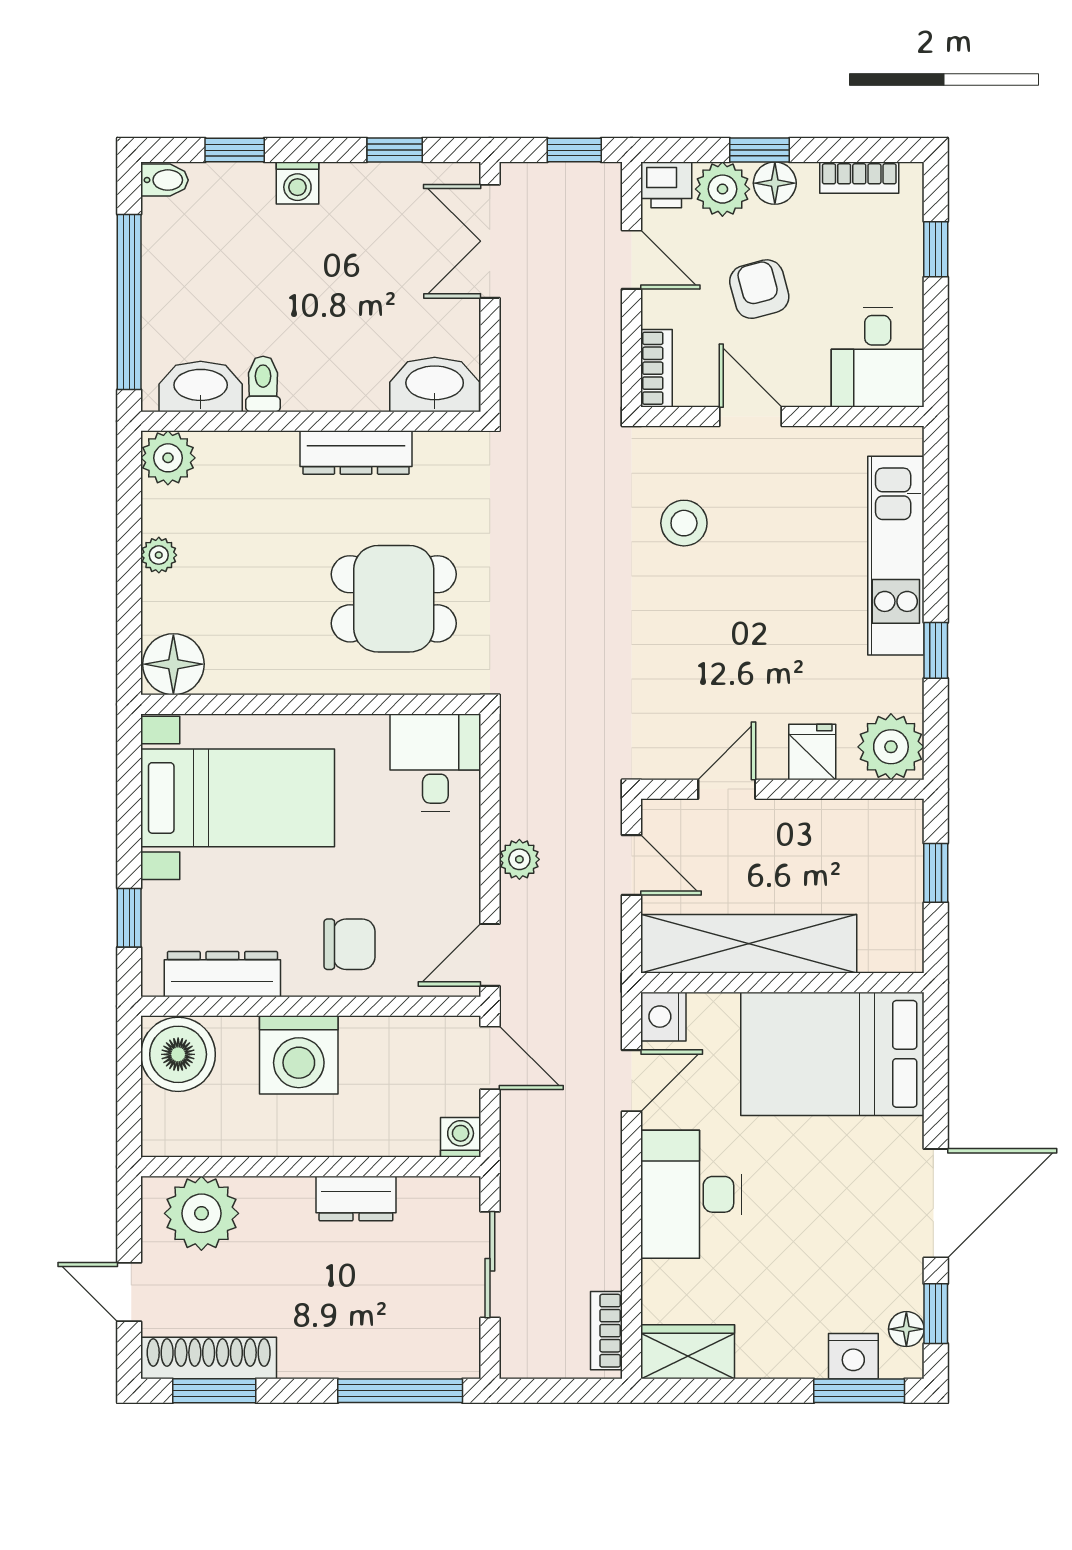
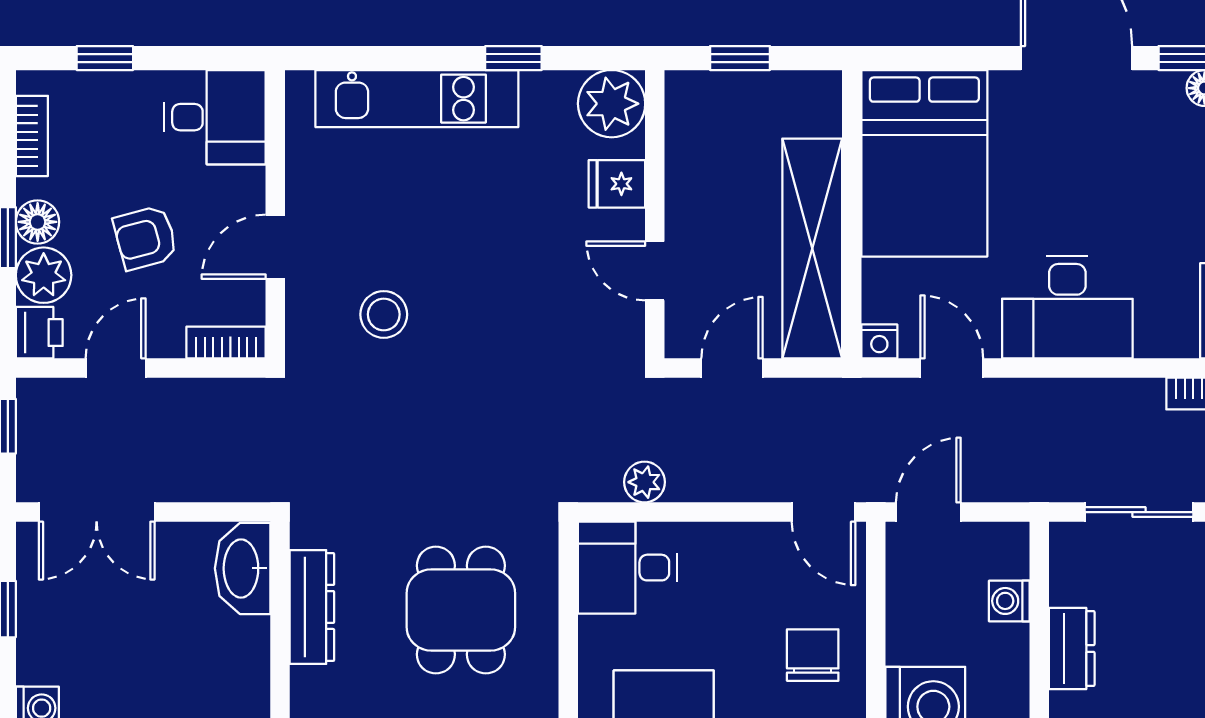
dresser: (356, 453) -> (312, 607), moved
plant: (519, 859) -> (644, 482), moved
nightstand: (663, 1017) -> (879, 341), width x0.72, depth x0.74
washing machine: (461, 1137) -> (1009, 601), moved

